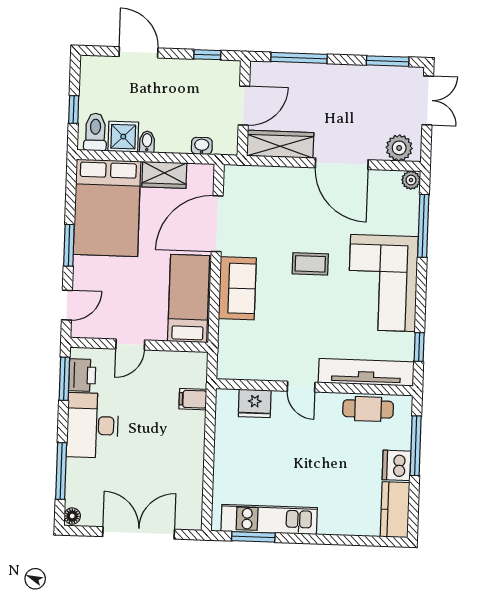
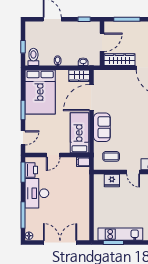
shower: (123, 137) -> (46, 59), removed
wardrobe: (164, 175) -> (79, 76), moved
coffee table: (310, 264) -> (111, 156), moved
filing cabinet: (193, 399) -> (83, 162), moved

